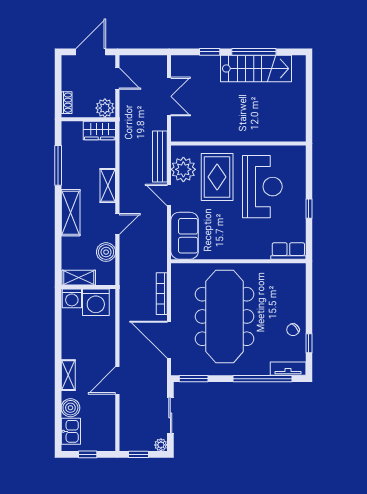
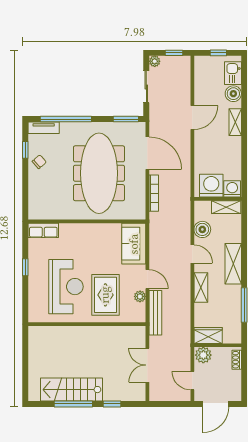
plant: (183, 169) -> (140, 296), width x0.53, depth x0.53
reception desk: (262, 187) -> (66, 287), turned 180
door: (117, 224) -> (192, 254), swing flipped

